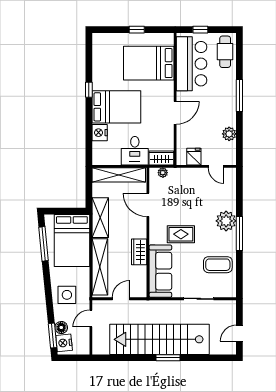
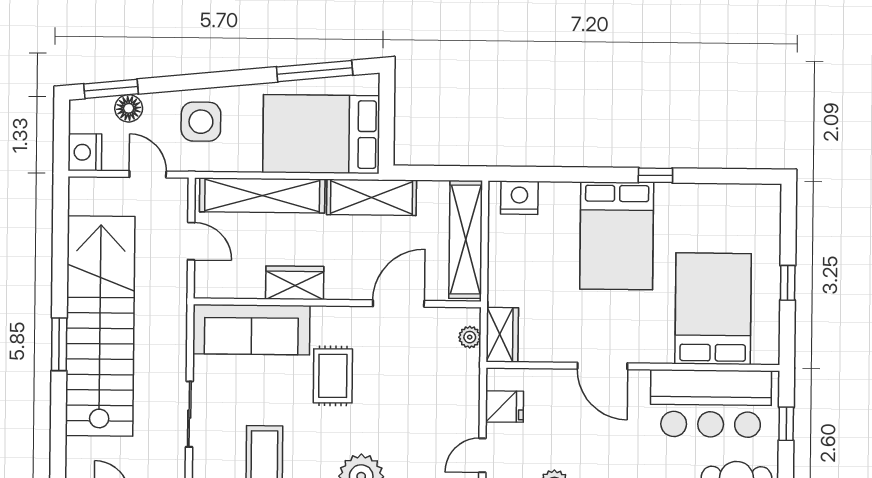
nightstand: (100, 133) -> (519, 198), moved
desk: (135, 151) -> (519, 276), removed
nightstand: (64, 343) -> (85, 152), moved, turned -84

